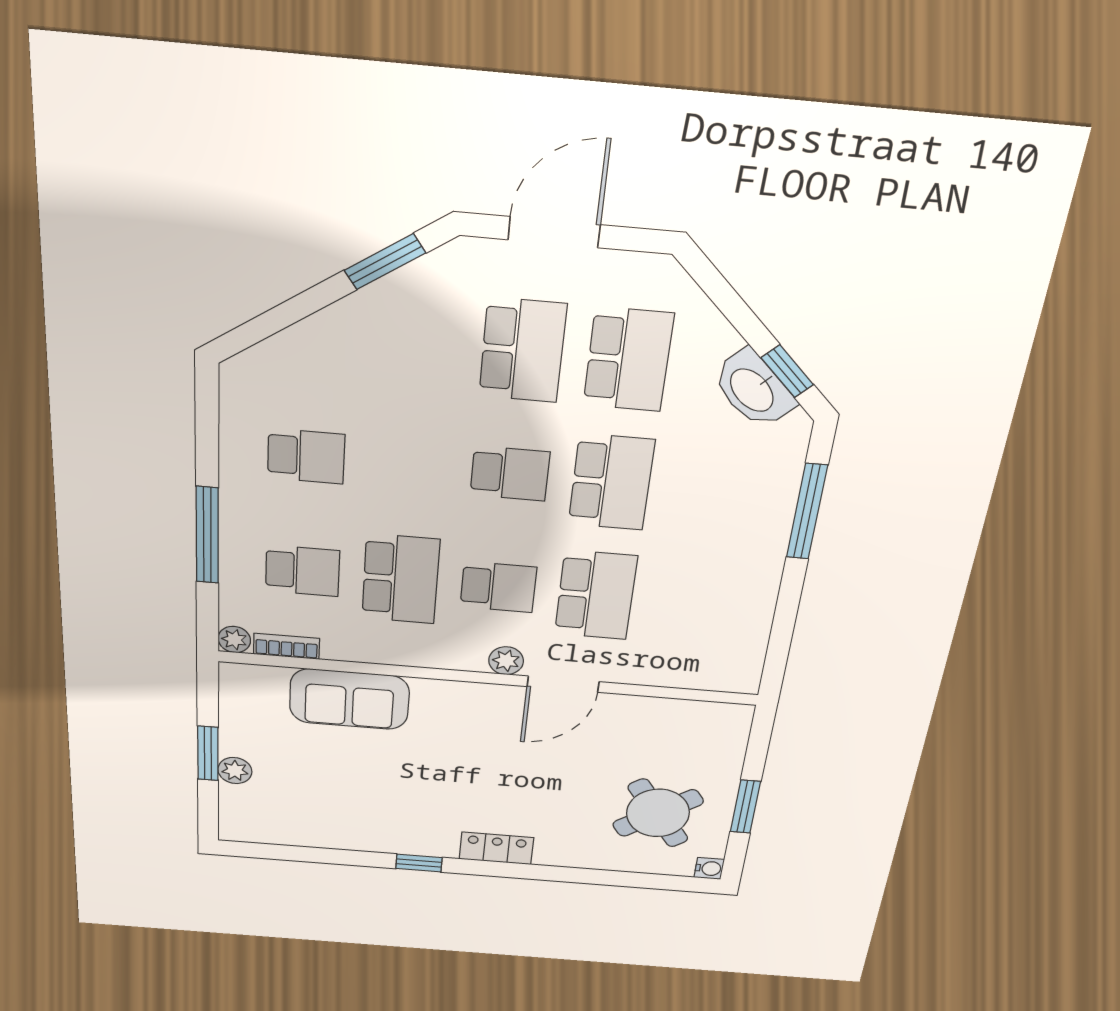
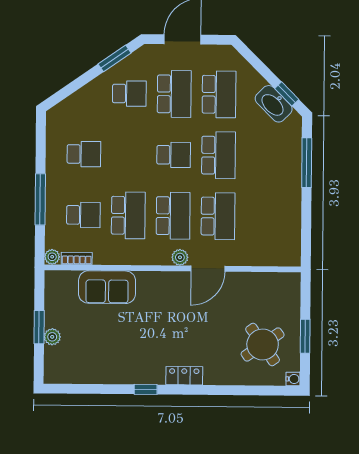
school desk: (416, 341) -> (129, 94), added
school desk: (498, 587) -> (173, 216), width x1.85

